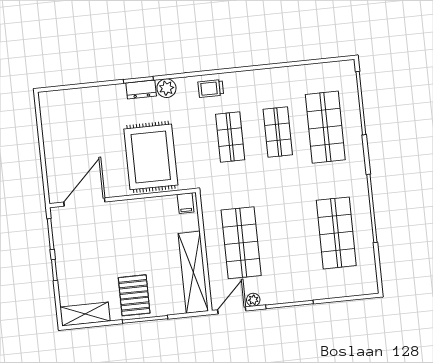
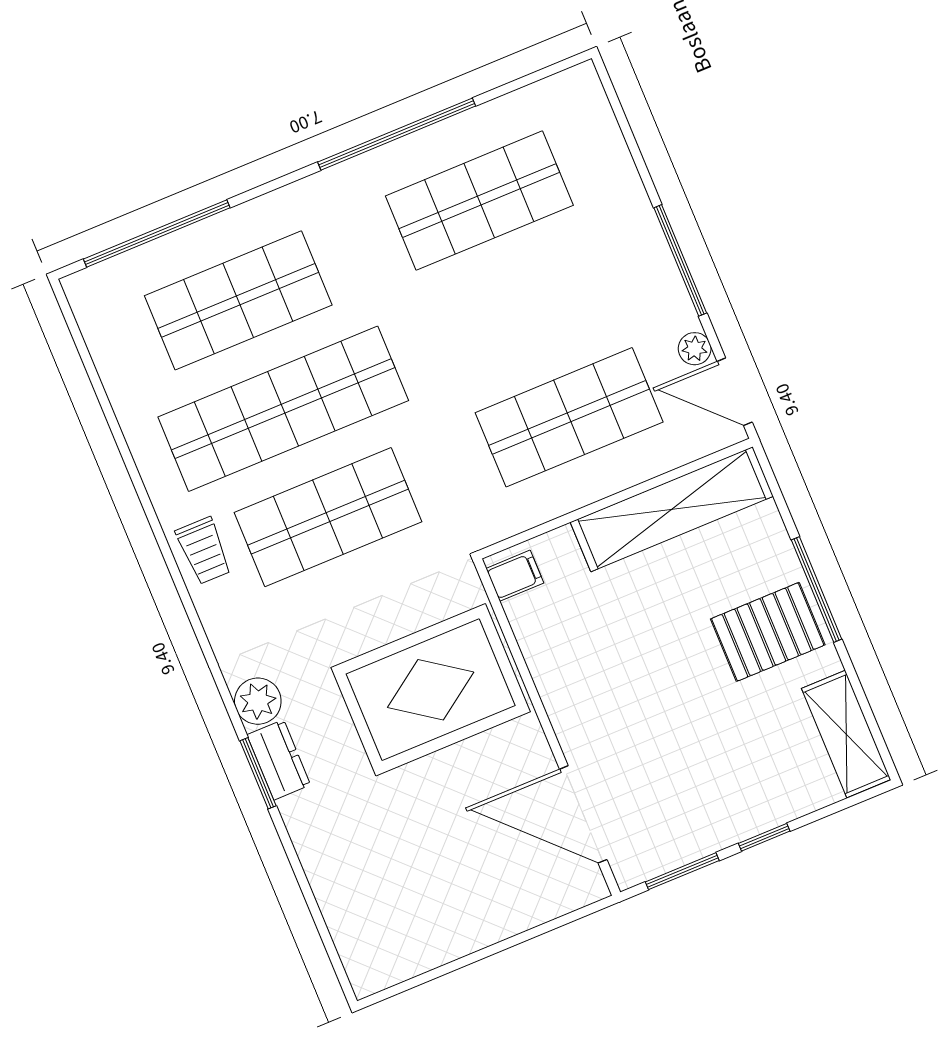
trolley: (211, 88) -> (204, 551), moved
shop shelf: (278, 132) -> (283, 409), width x2.00, depth x1.36
shop shelf: (230, 137) -> (328, 517), width x1.43, depth x1.36

